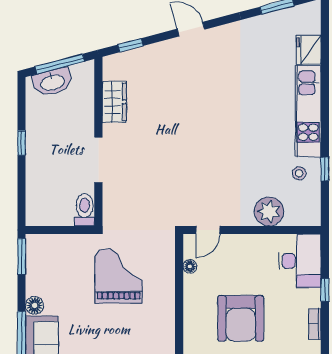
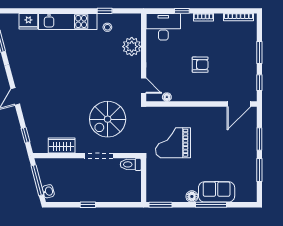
washbasin: (52, 82) -> (48, 191), width x0.52, depth x0.69
spiral stairs: (155, 174) -> (108, 119), added
armchair: (241, 318) -> (200, 65), width x0.53, depth x0.53

